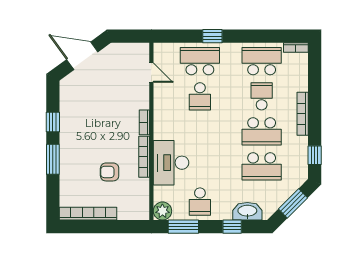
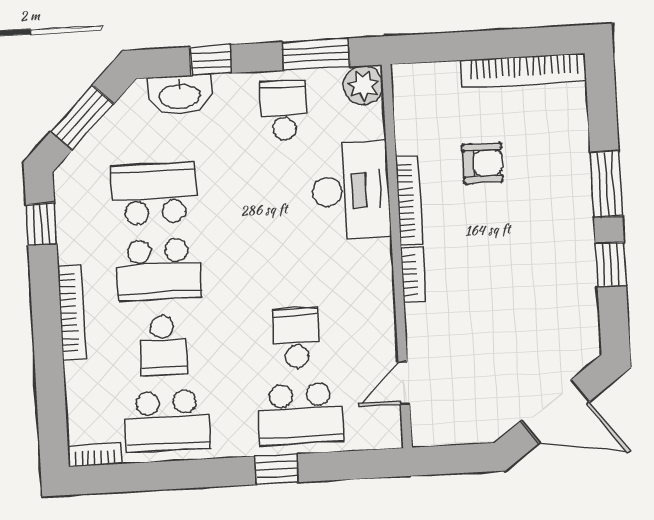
door: (151, 73) -> (404, 383), hinge flipped
school desk: (262, 131) -> (159, 269), turned 180

